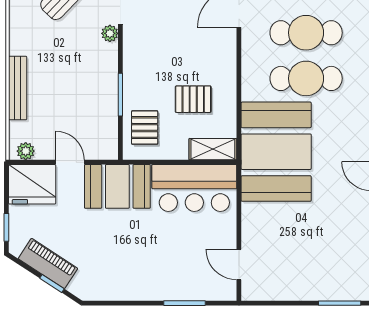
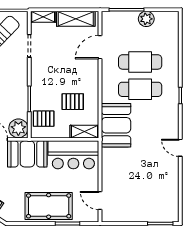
plant: (110, 33) -> (18, 128), moved, width x1.87, depth x1.87
pallet: (145, 128) -> (44, 119), turned 90
booth: (276, 152) -> (116, 125), width x0.73, depth x0.70
pool table: (153, 273) -> (49, 206), added

